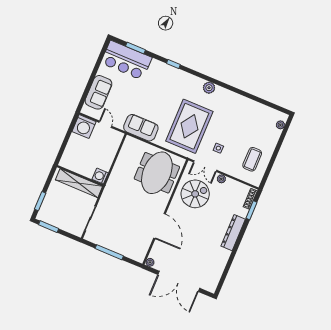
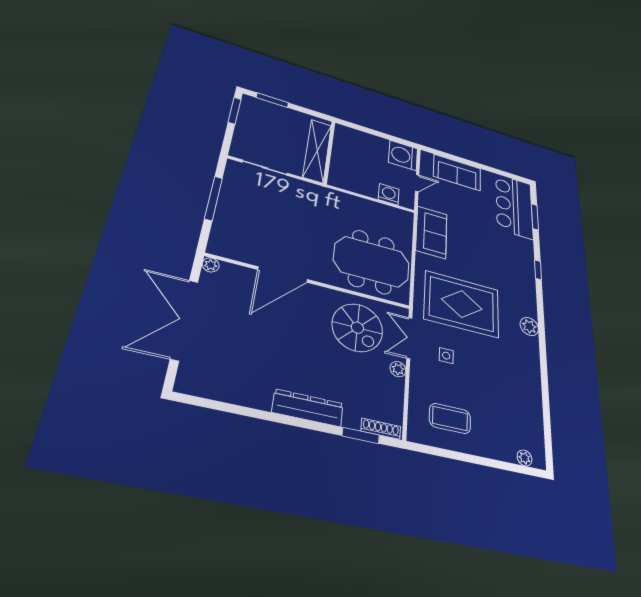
washing machine: (100, 176) -> (389, 194), moved

